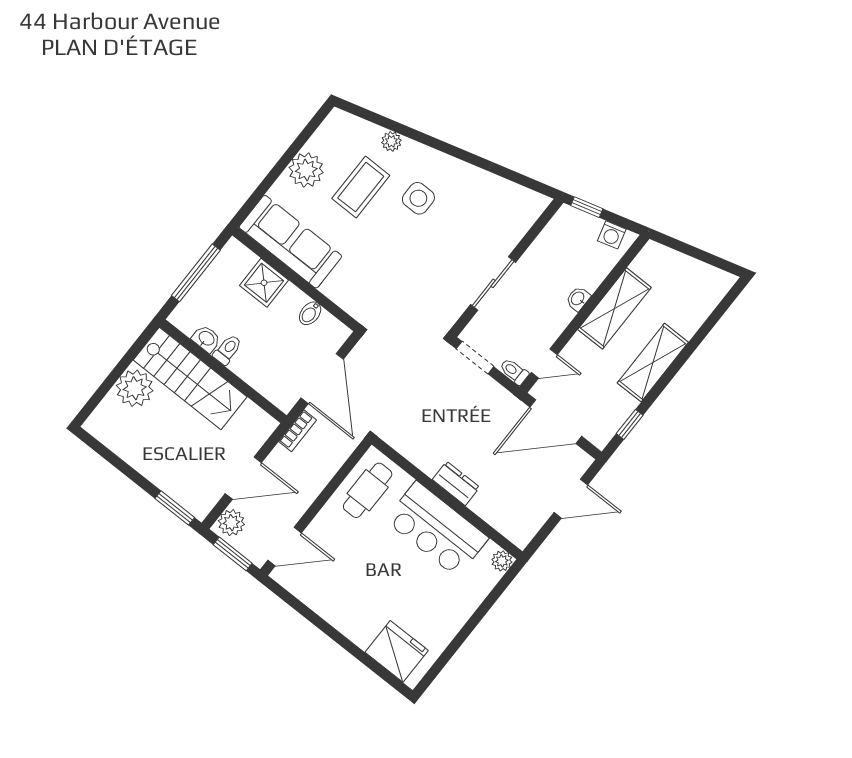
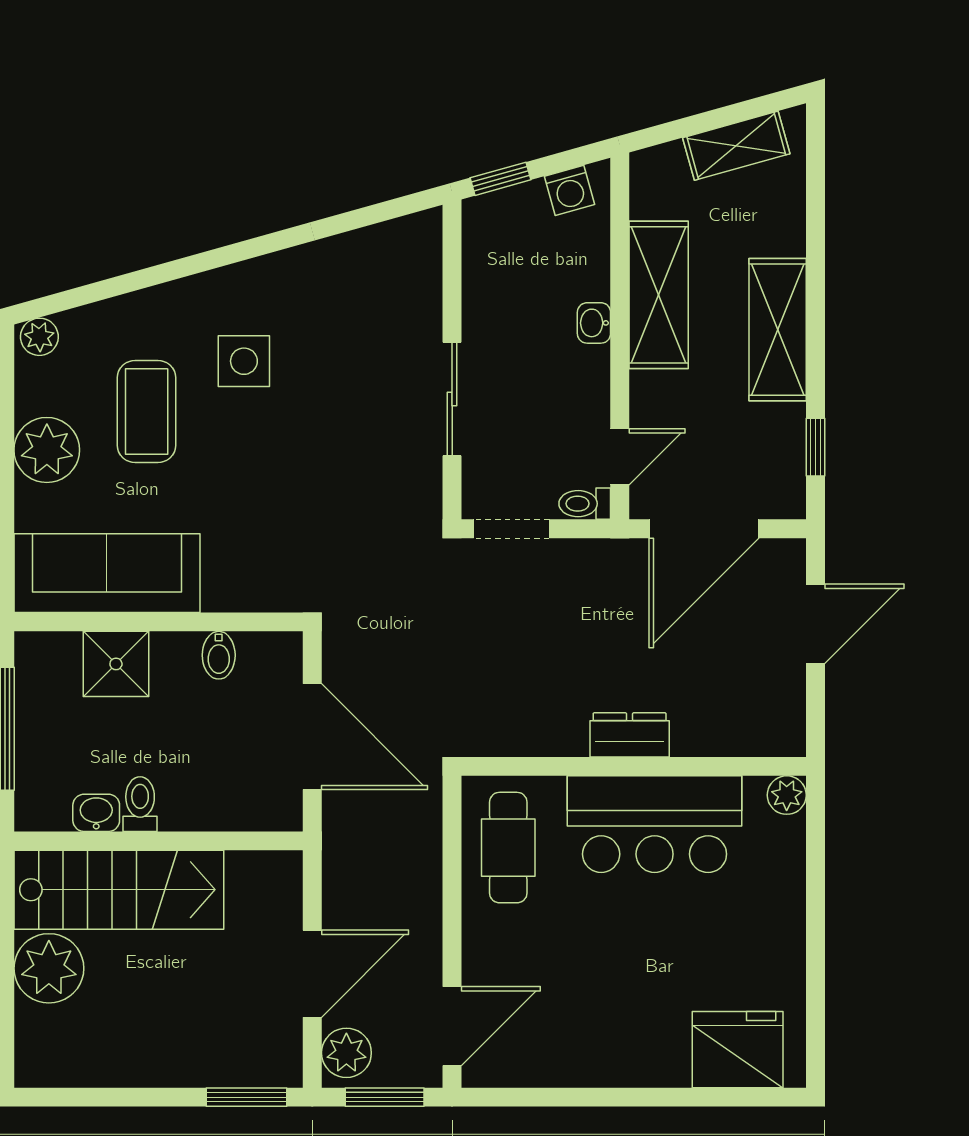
plant: (391, 141) -> (39, 337), moved
shelving: (697, 272) -> (736, 146), added
bookcase: (298, 431) -> (337, 842), removed

